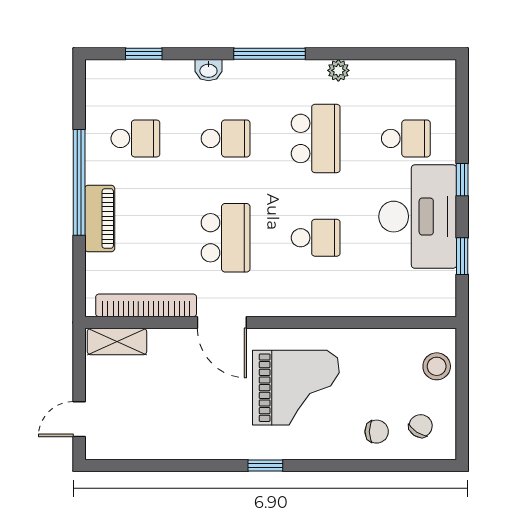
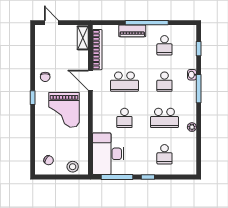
window: (270, 54) -> (199, 89), moved
desk: (418, 217) -> (108, 154), moved, turned 90
window: (462, 256) -> (117, 177), width x2.17
door: (222, 323) -> (90, 80), hinge flipped
chair: (377, 432) -> (45, 77), moved

